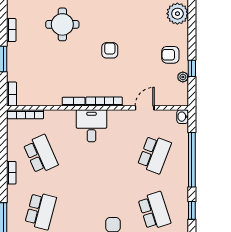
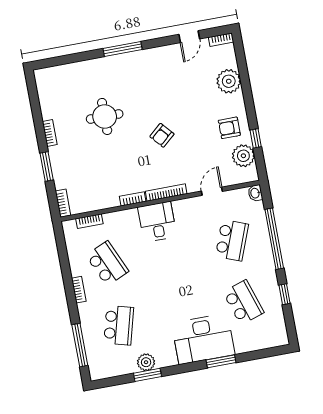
armchair: (110, 50) -> (162, 135), turned -131
plant: (183, 77) -> (243, 156), width x1.88, depth x1.88
bookcase: (25, 114) -> (89, 221), width x0.64

